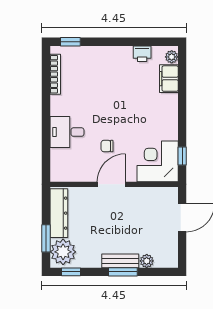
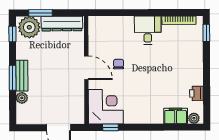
desk: (67, 132) -> (148, 30), moved

